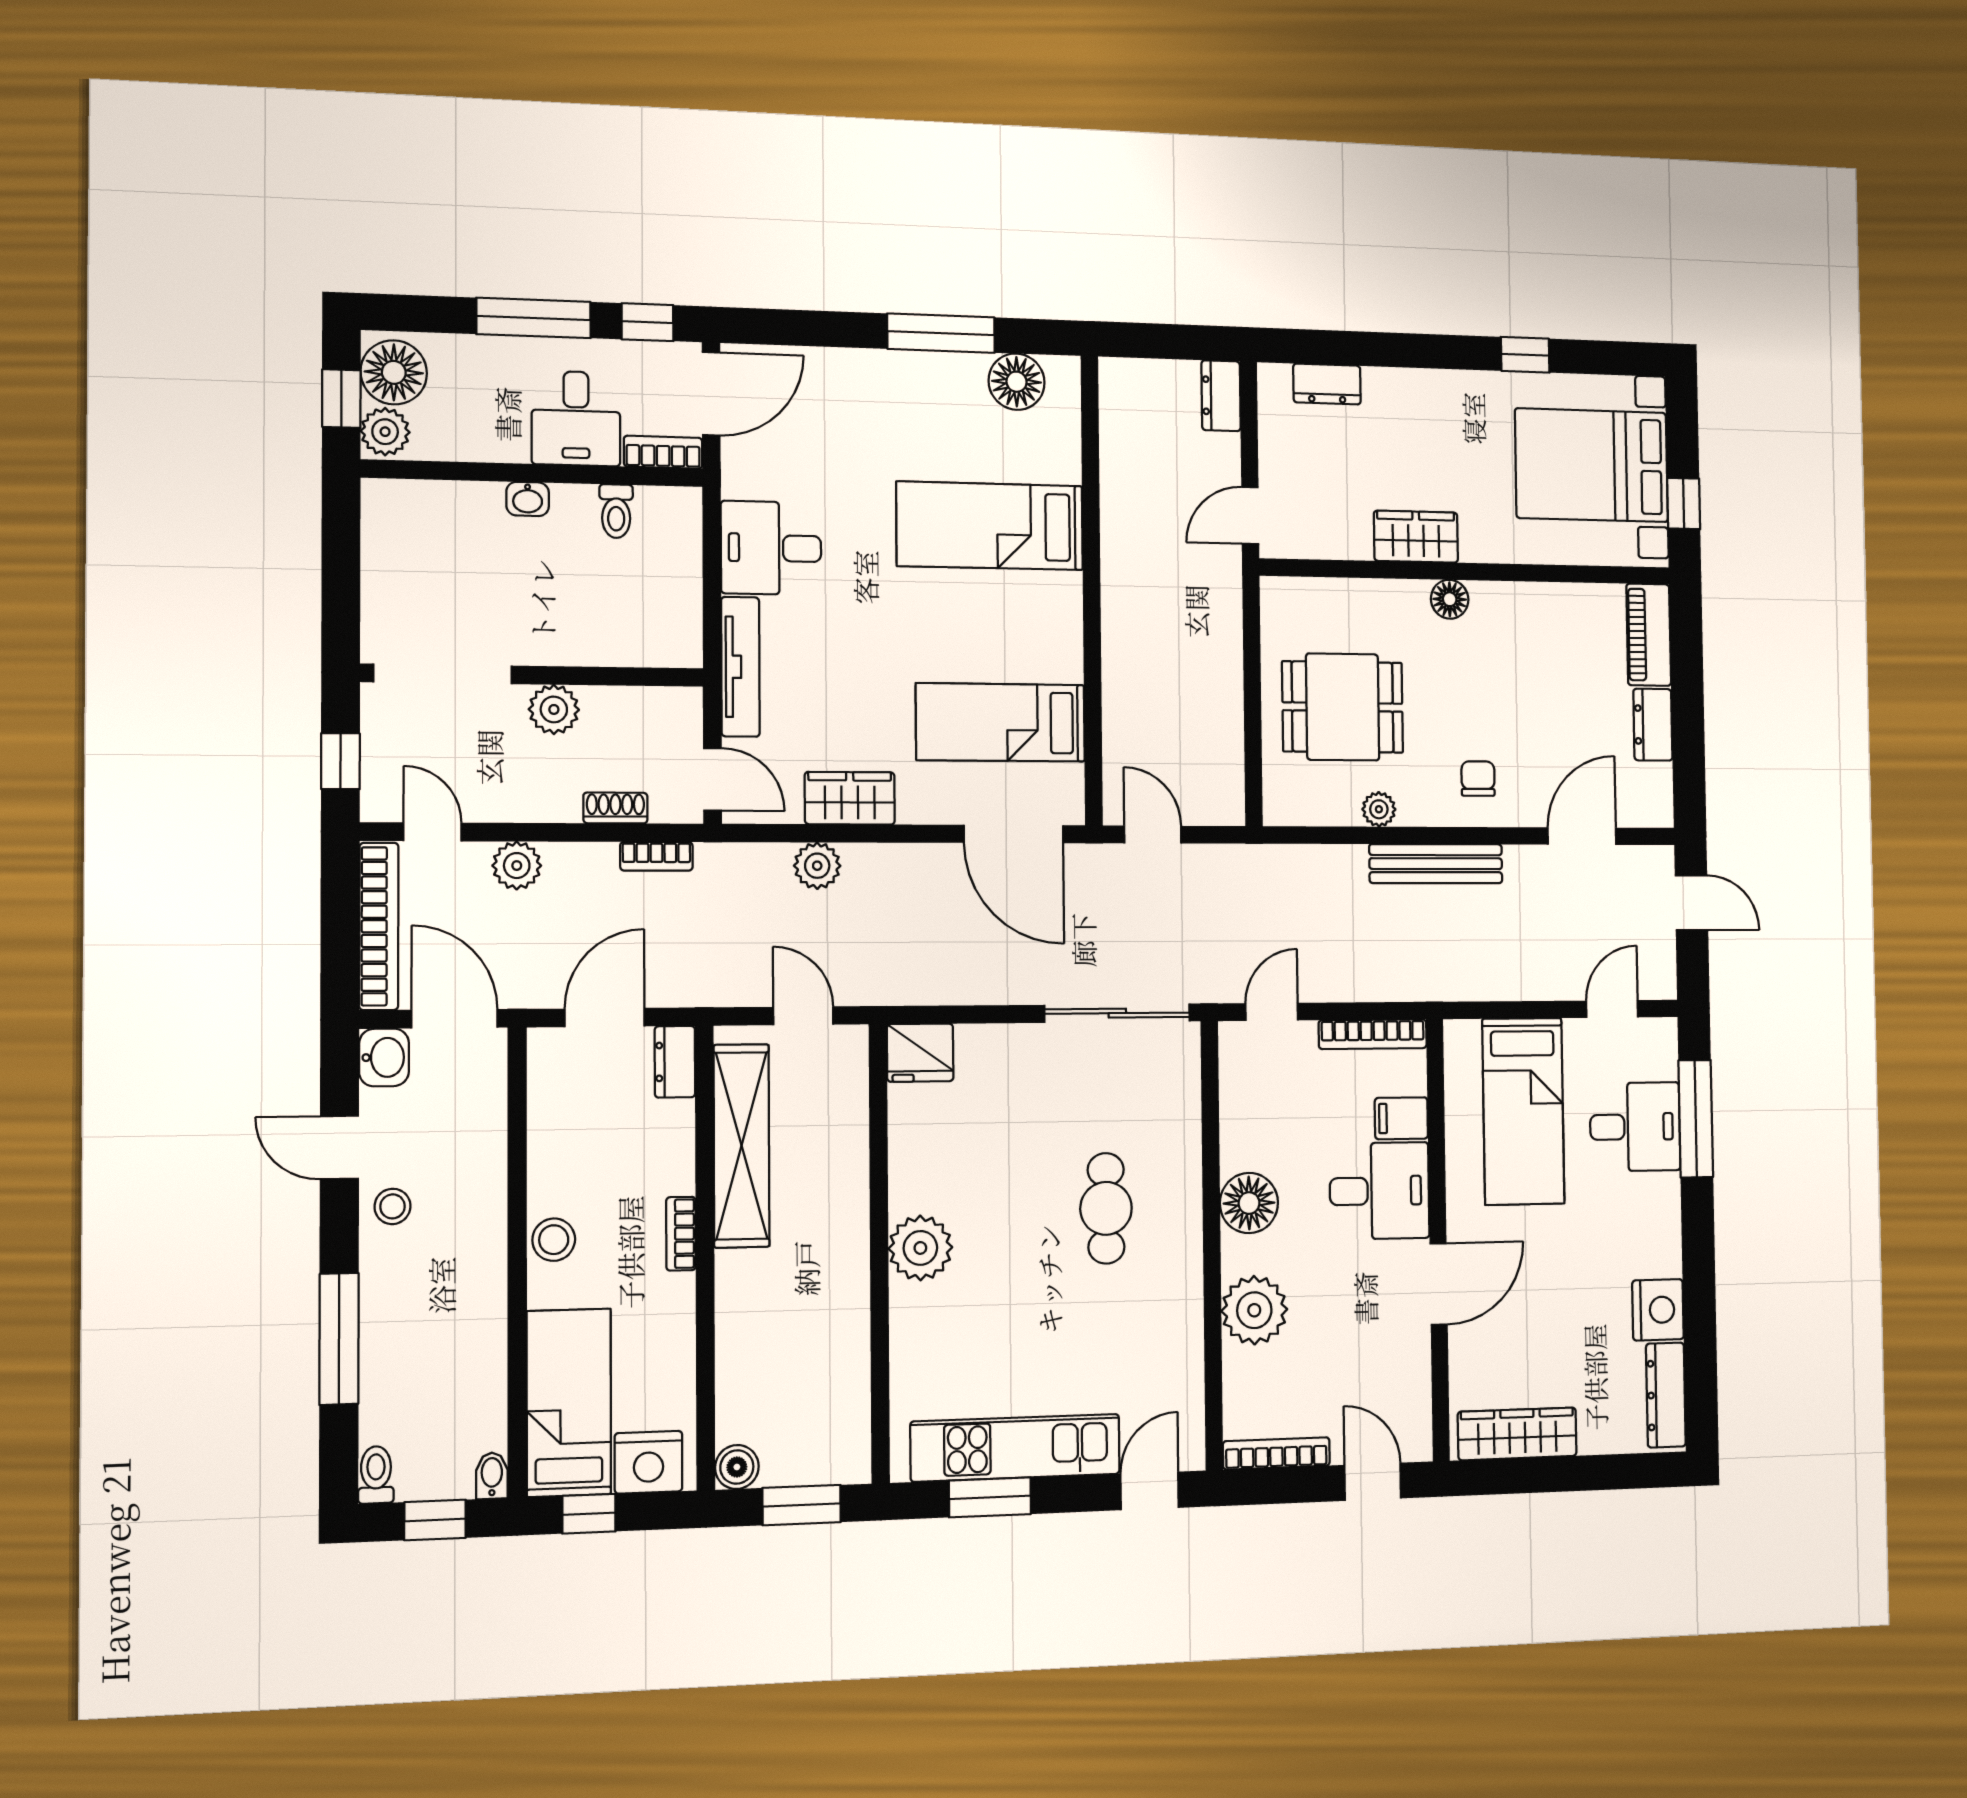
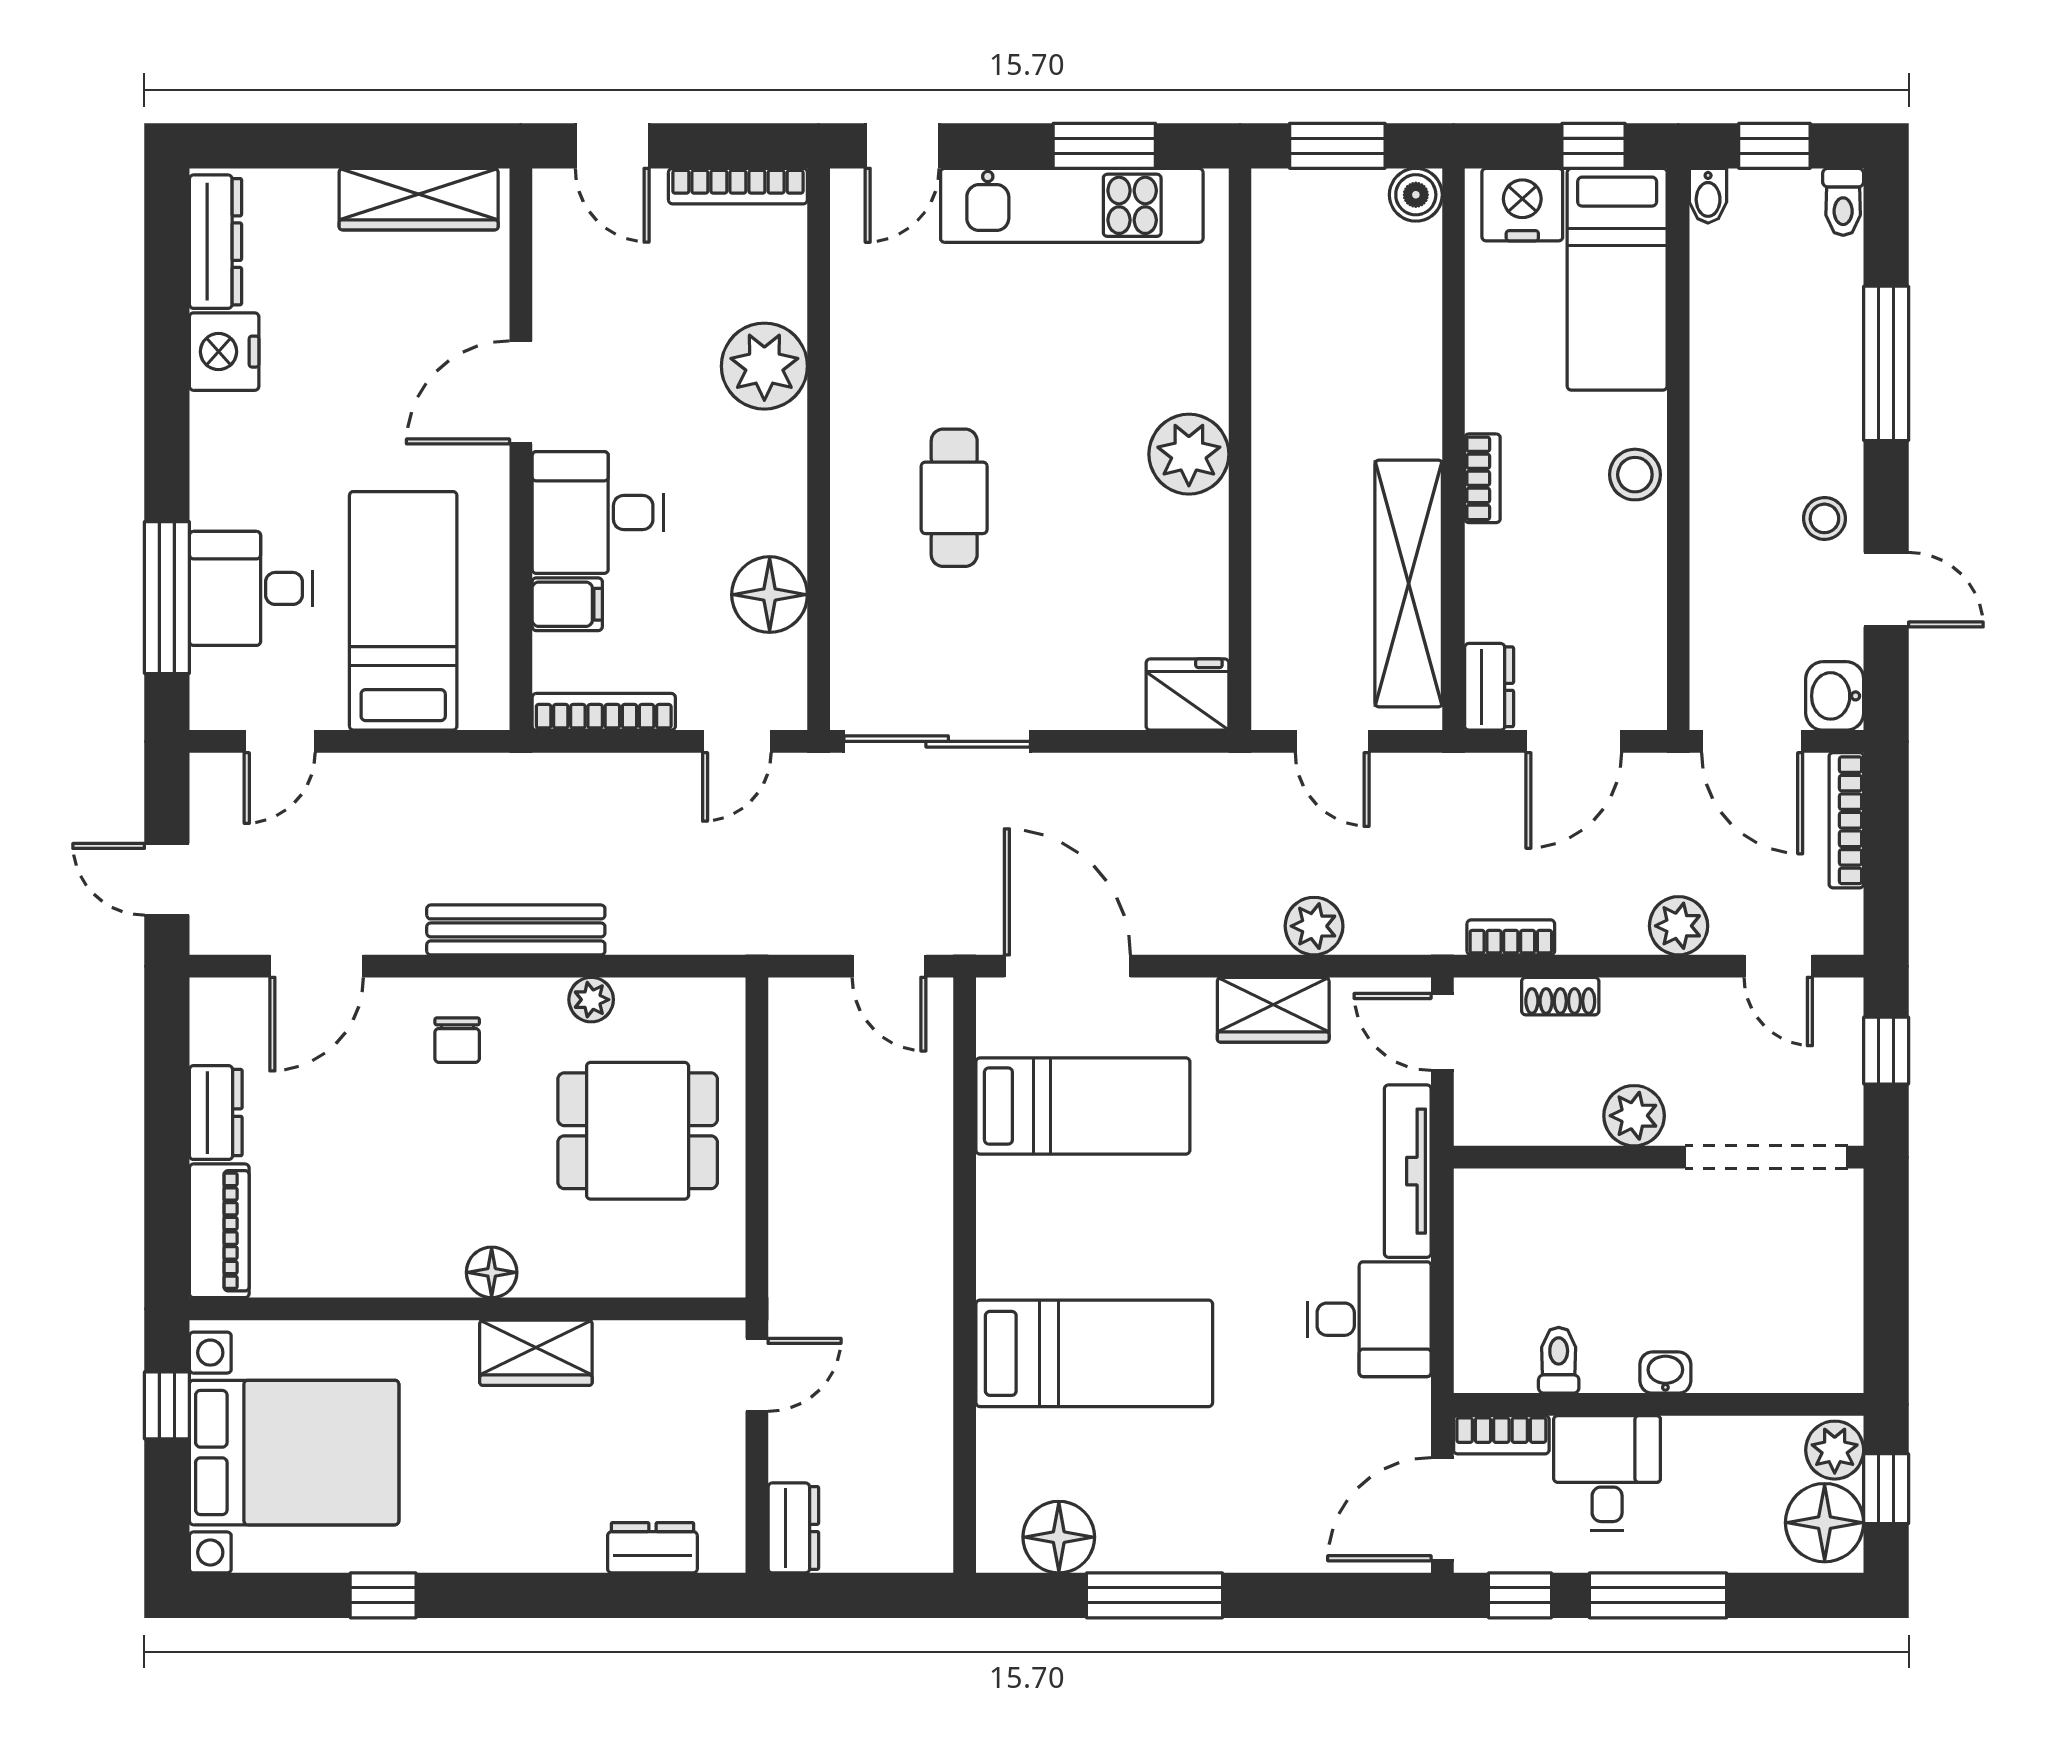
bookcase: (379, 926) -> (1846, 820), width x0.68, depth x0.76
floor lamp: (1249, 1203) -> (770, 595), moved

